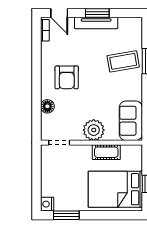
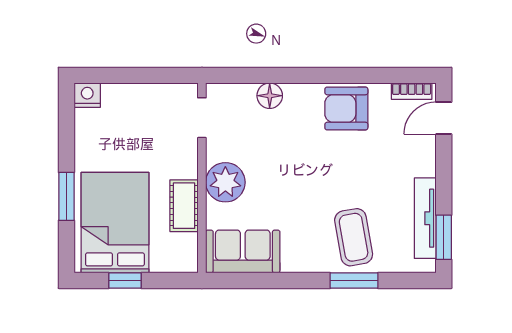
window: (97, 13) -> (444, 237), moved
tv unit: (96, 23) -> (425, 218), moved
armchair: (67, 77) -> (346, 108), moved
window: (66, 215) -> (66, 196), moved

